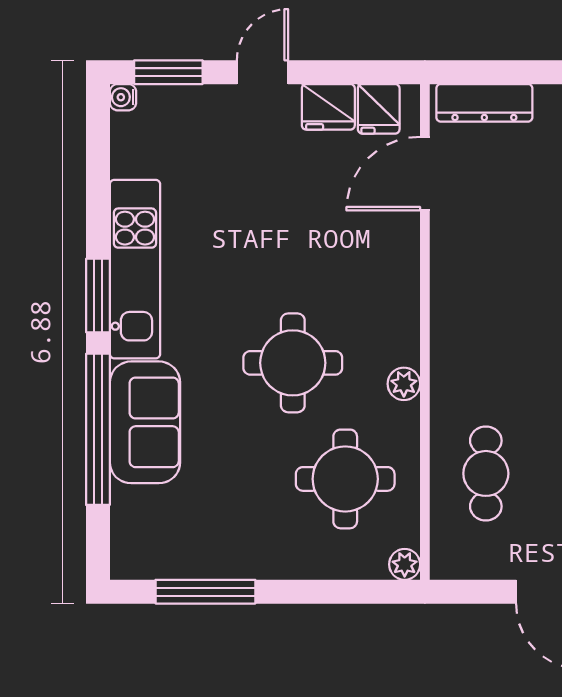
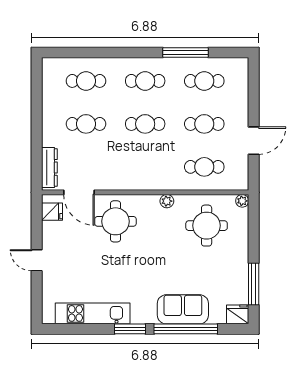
window: (168, 72) -> (37, 300), removed
water cooler: (123, 97) -> (47, 318), removed
fridge: (328, 107) -> (238, 314), moved, turned -90
kitchen unit: (135, 269) -> (93, 313), moved
round table: (293, 363) -> (115, 221), moved

